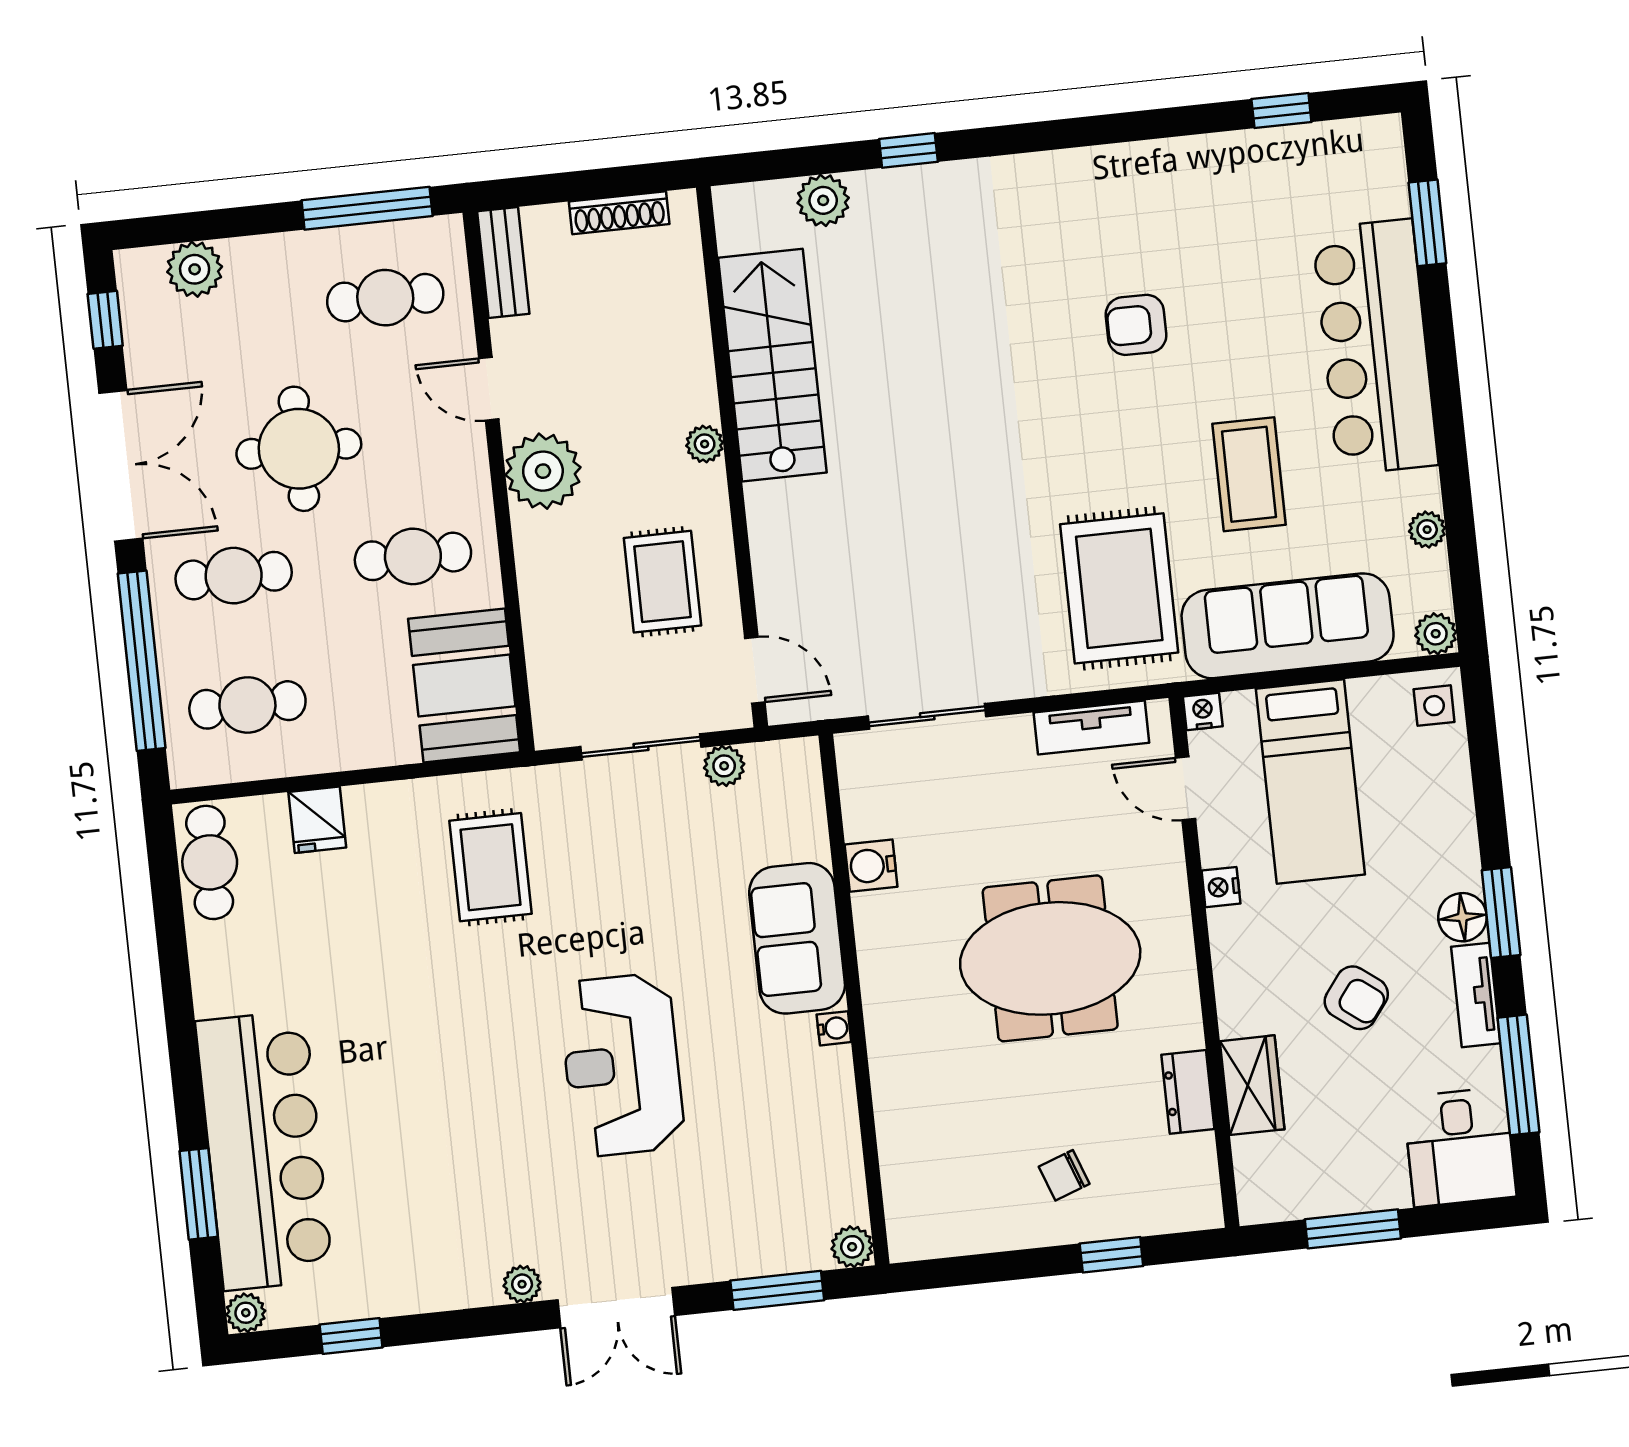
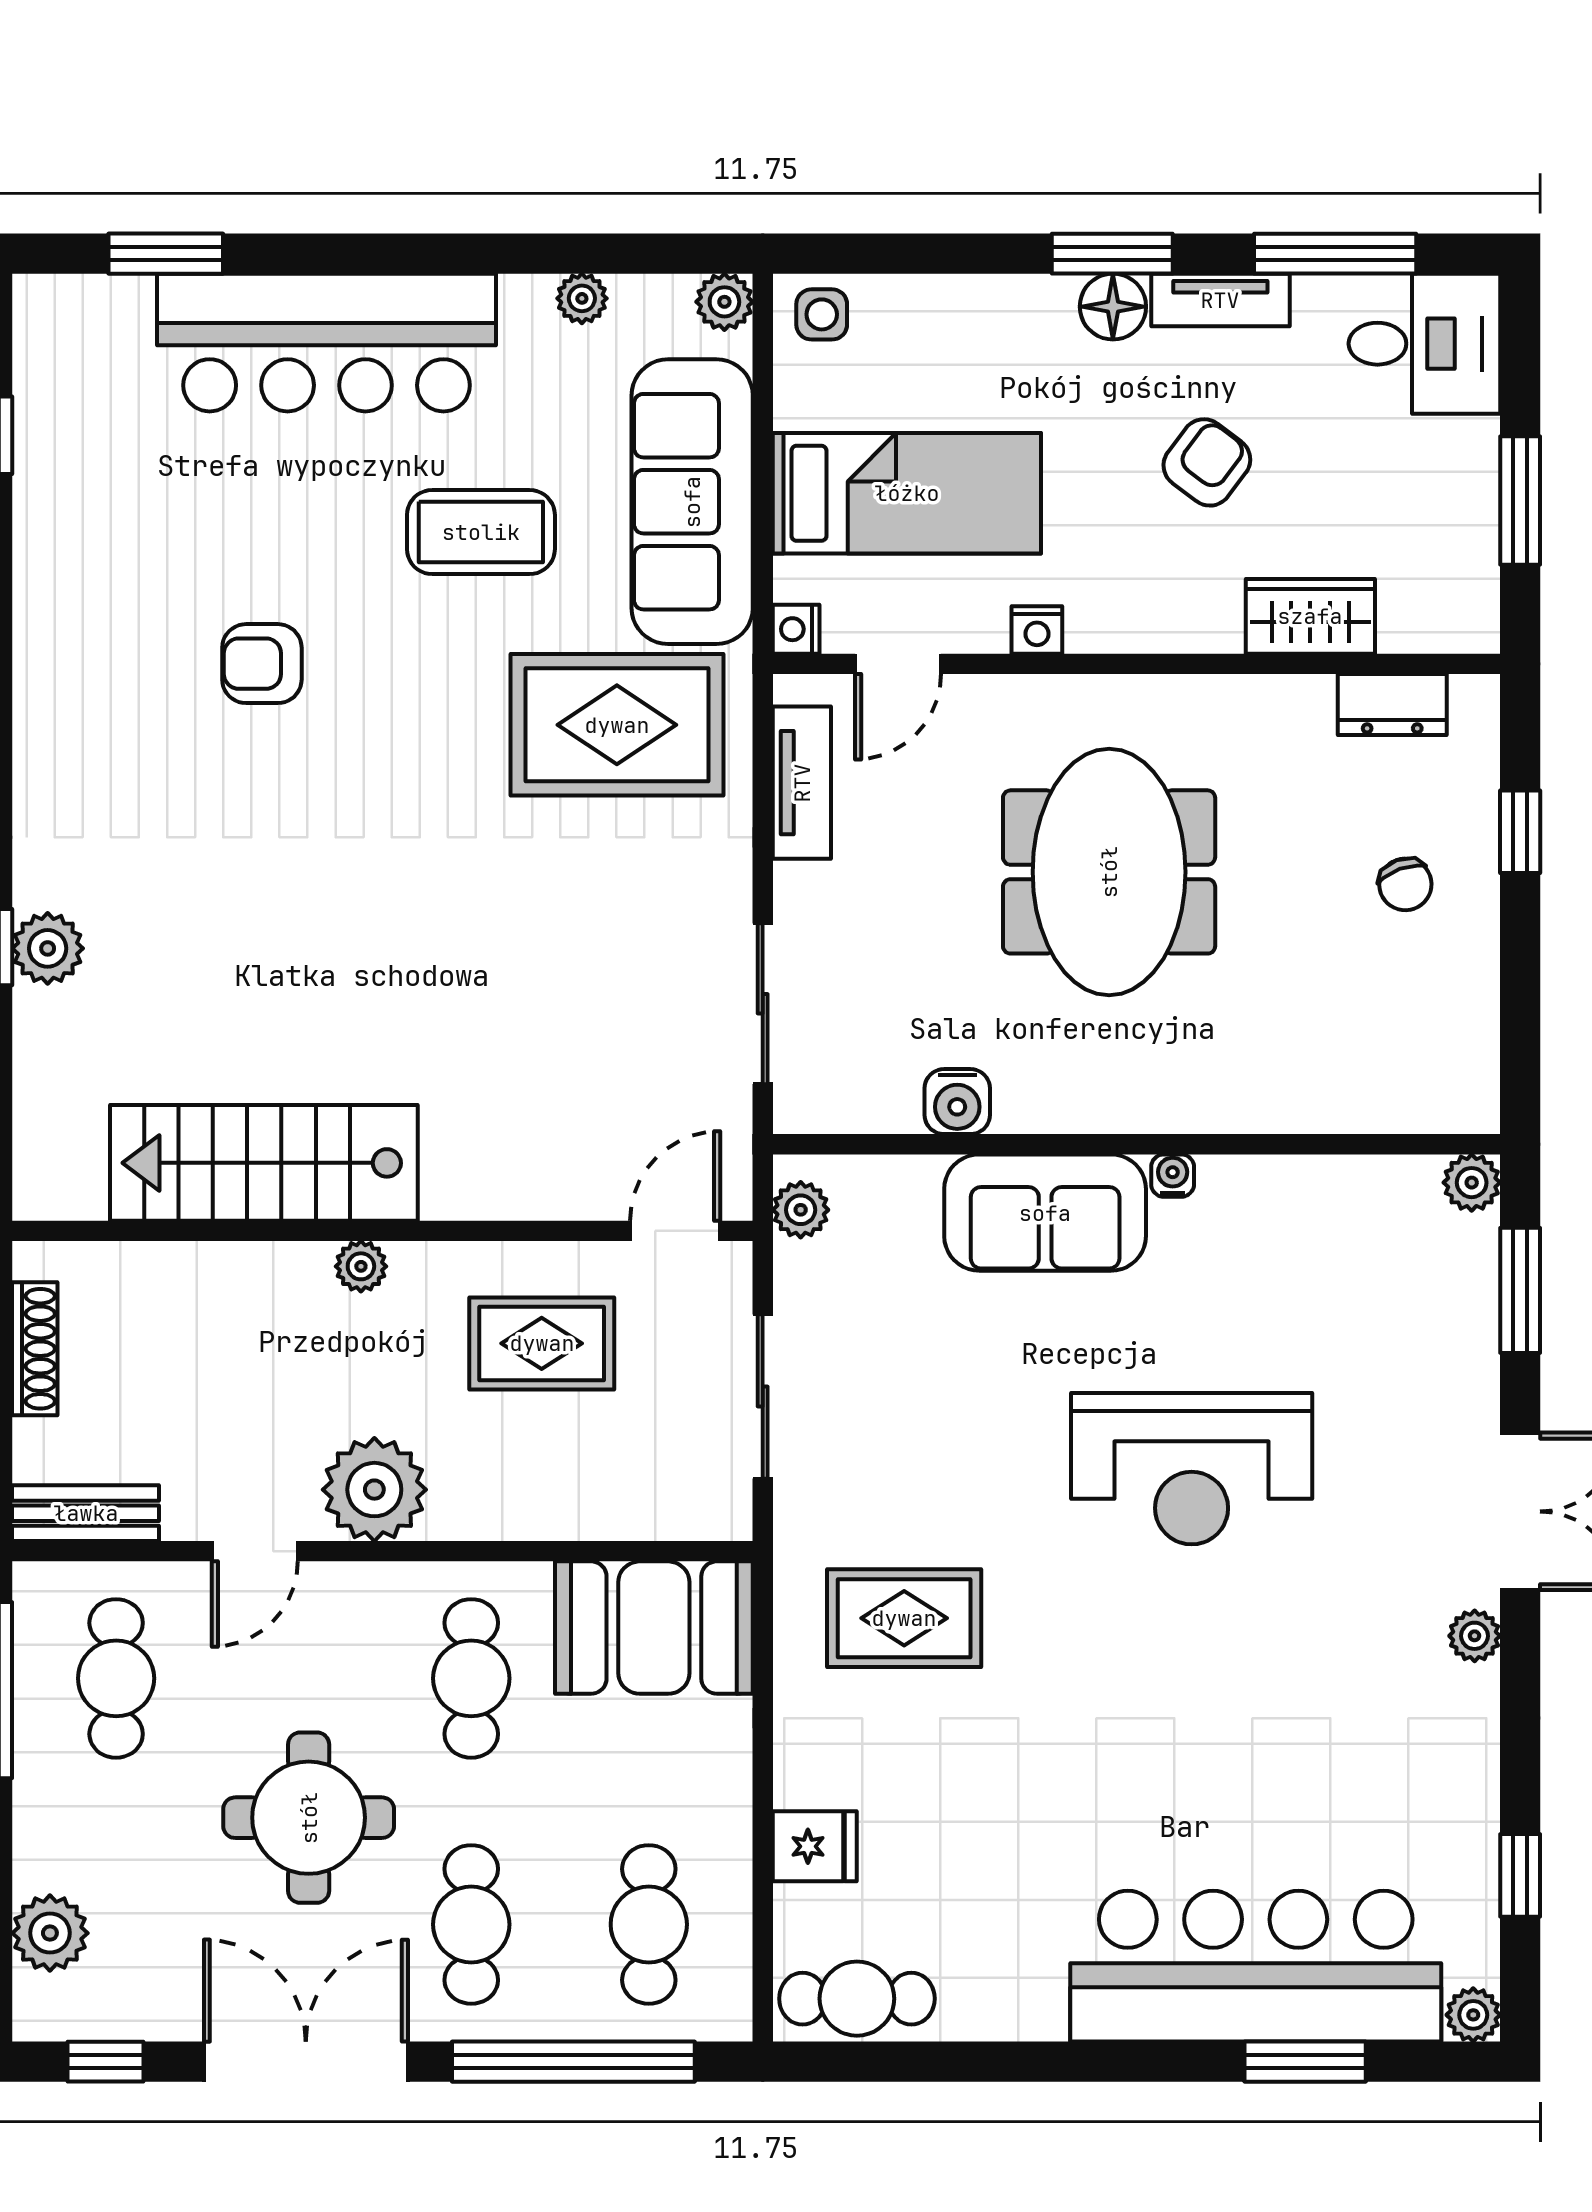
plant: (823, 200) -> (48, 948), moved
armchair: (1136, 325) -> (262, 664), turned 90
plant: (724, 766) -> (801, 1210), moved
dresser: (1188, 1092) -> (1392, 704), moved

